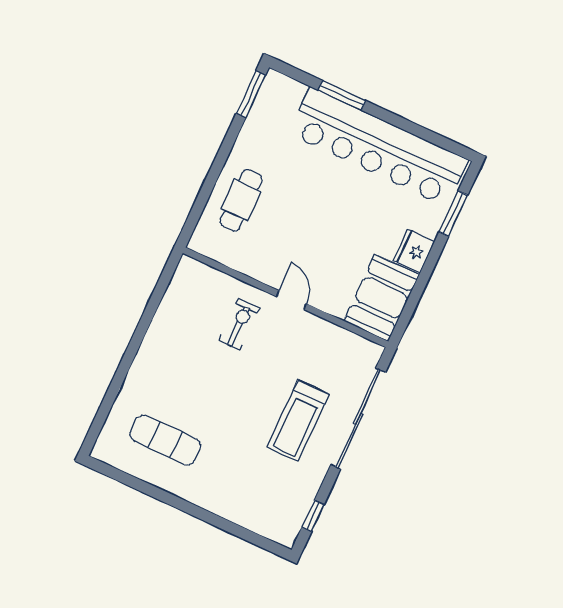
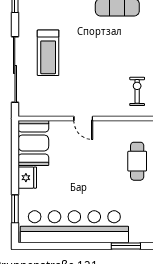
window: (342, 95) -> (126, 246), moved
exercise bike: (239, 324) -> (137, 91), moved, turned 180
treadmill: (298, 421) -> (48, 53), turned 180

